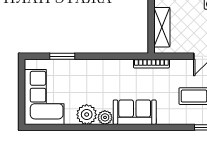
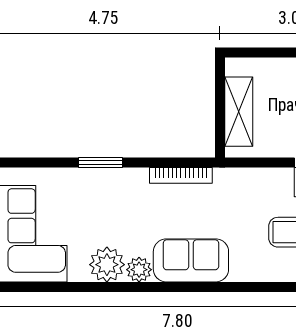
window: (62, 56) -> (100, 162), moved
bookcase: (151, 64) -> (181, 175), moved

